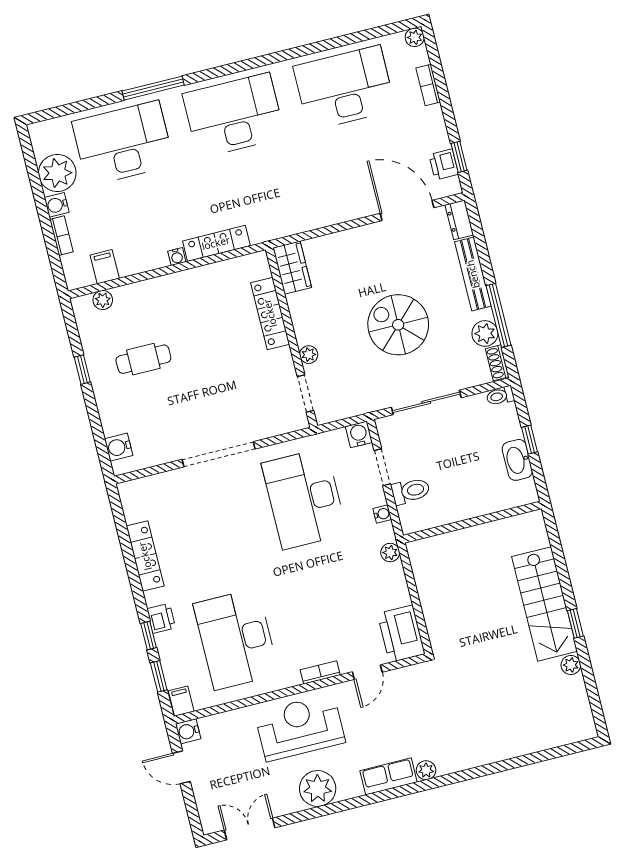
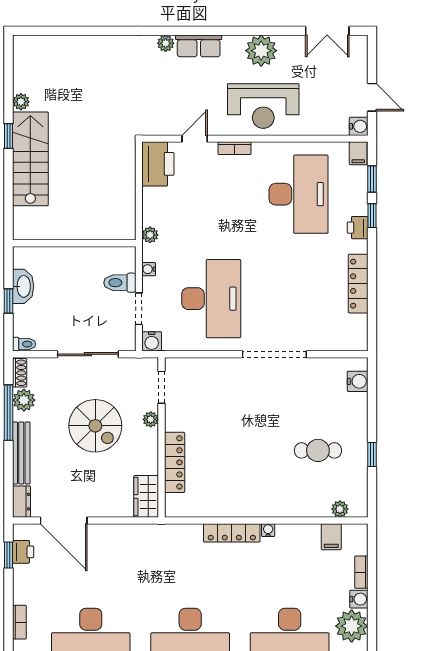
wardrobe: (292, 268) -> (146, 496), moved
locker: (270, 313) -> (175, 462), moved
wall: (292, 338) -> (161, 437), moved
plant: (309, 355) -> (151, 419), moved
doorway: (306, 393) -> (161, 387), moved

